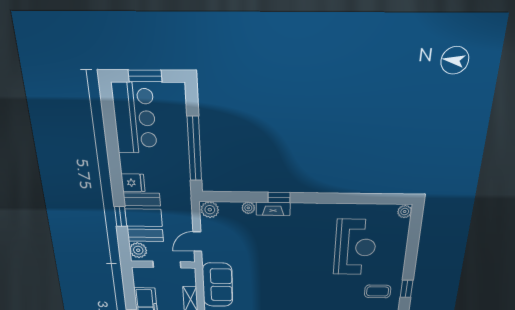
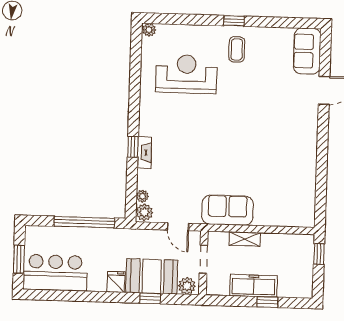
plant: (248, 208) -> (142, 196), moved

